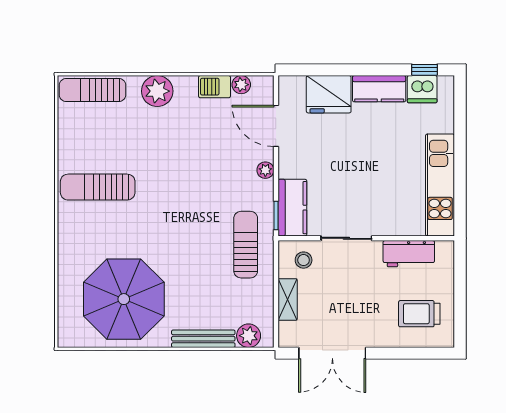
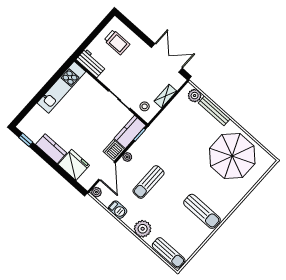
plant: (241, 85) -> (96, 192), moved
dishwasher: (422, 89) -> (114, 150), moved, turned -90
sun lounger: (246, 245) -> (148, 182), moved
workbench: (409, 254) -> (91, 63), moved

